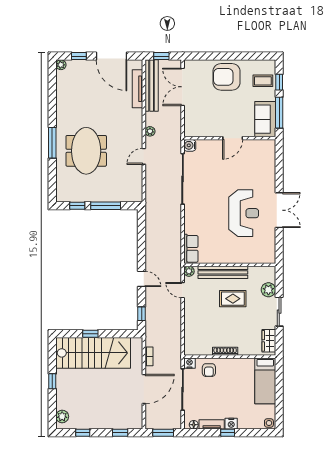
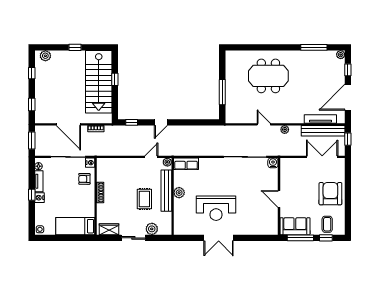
window: (52, 143) -> (314, 47), moved
window: (77, 206) -> (222, 68), removed
plant: (225, 257) -> (179, 193), added

